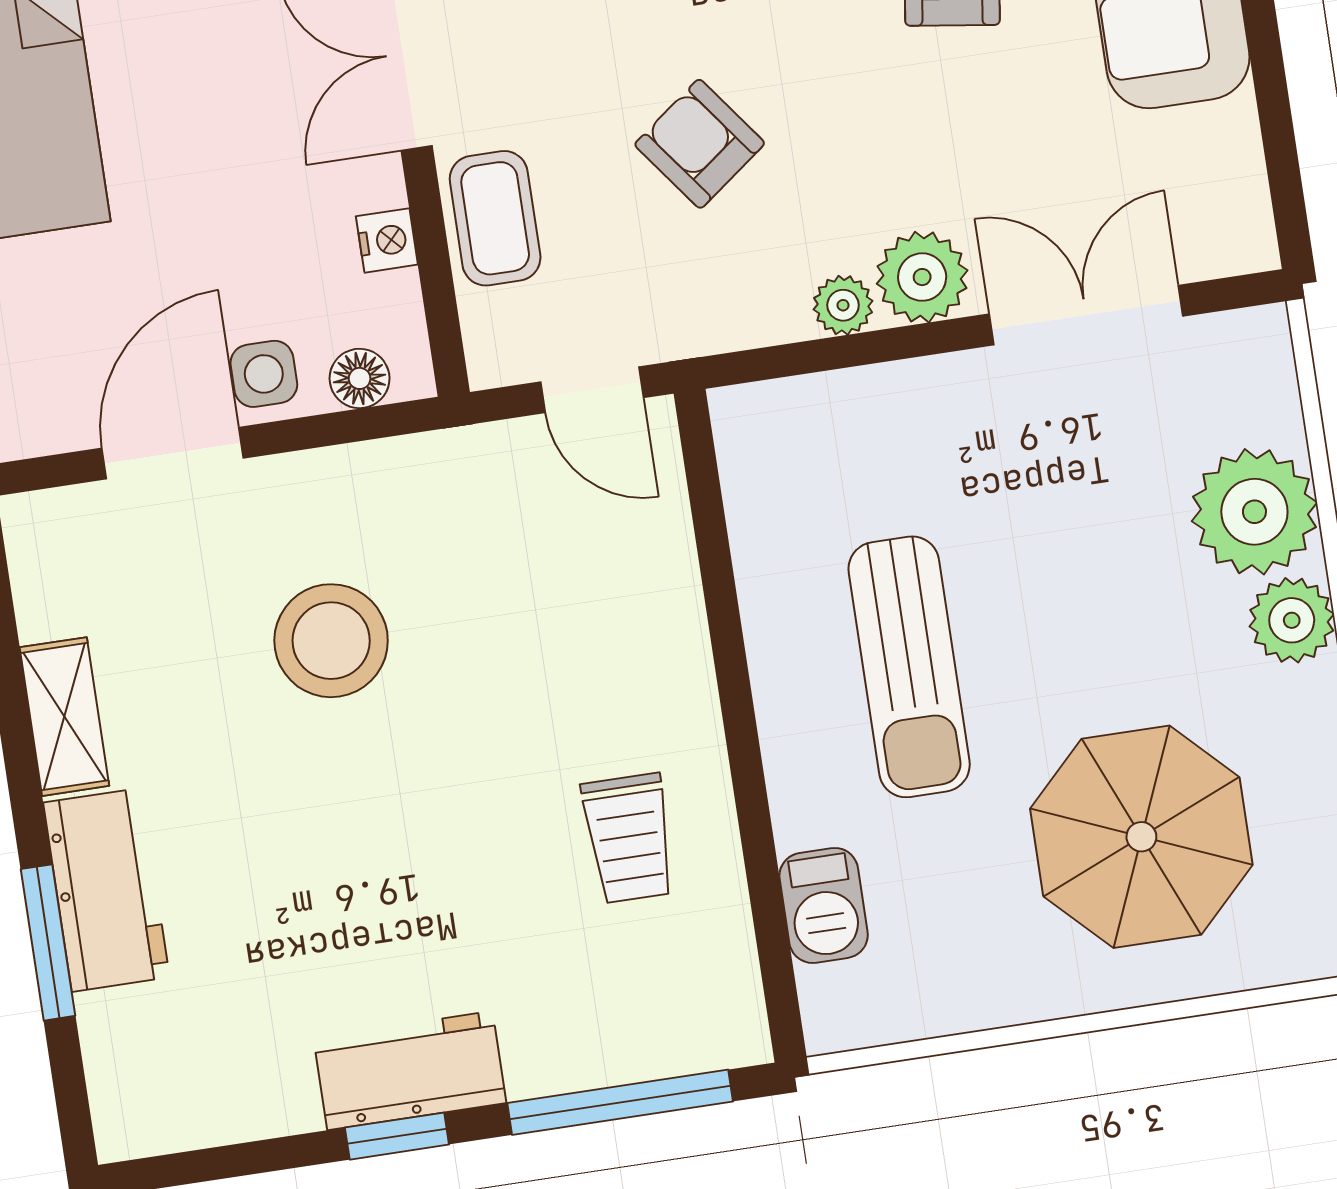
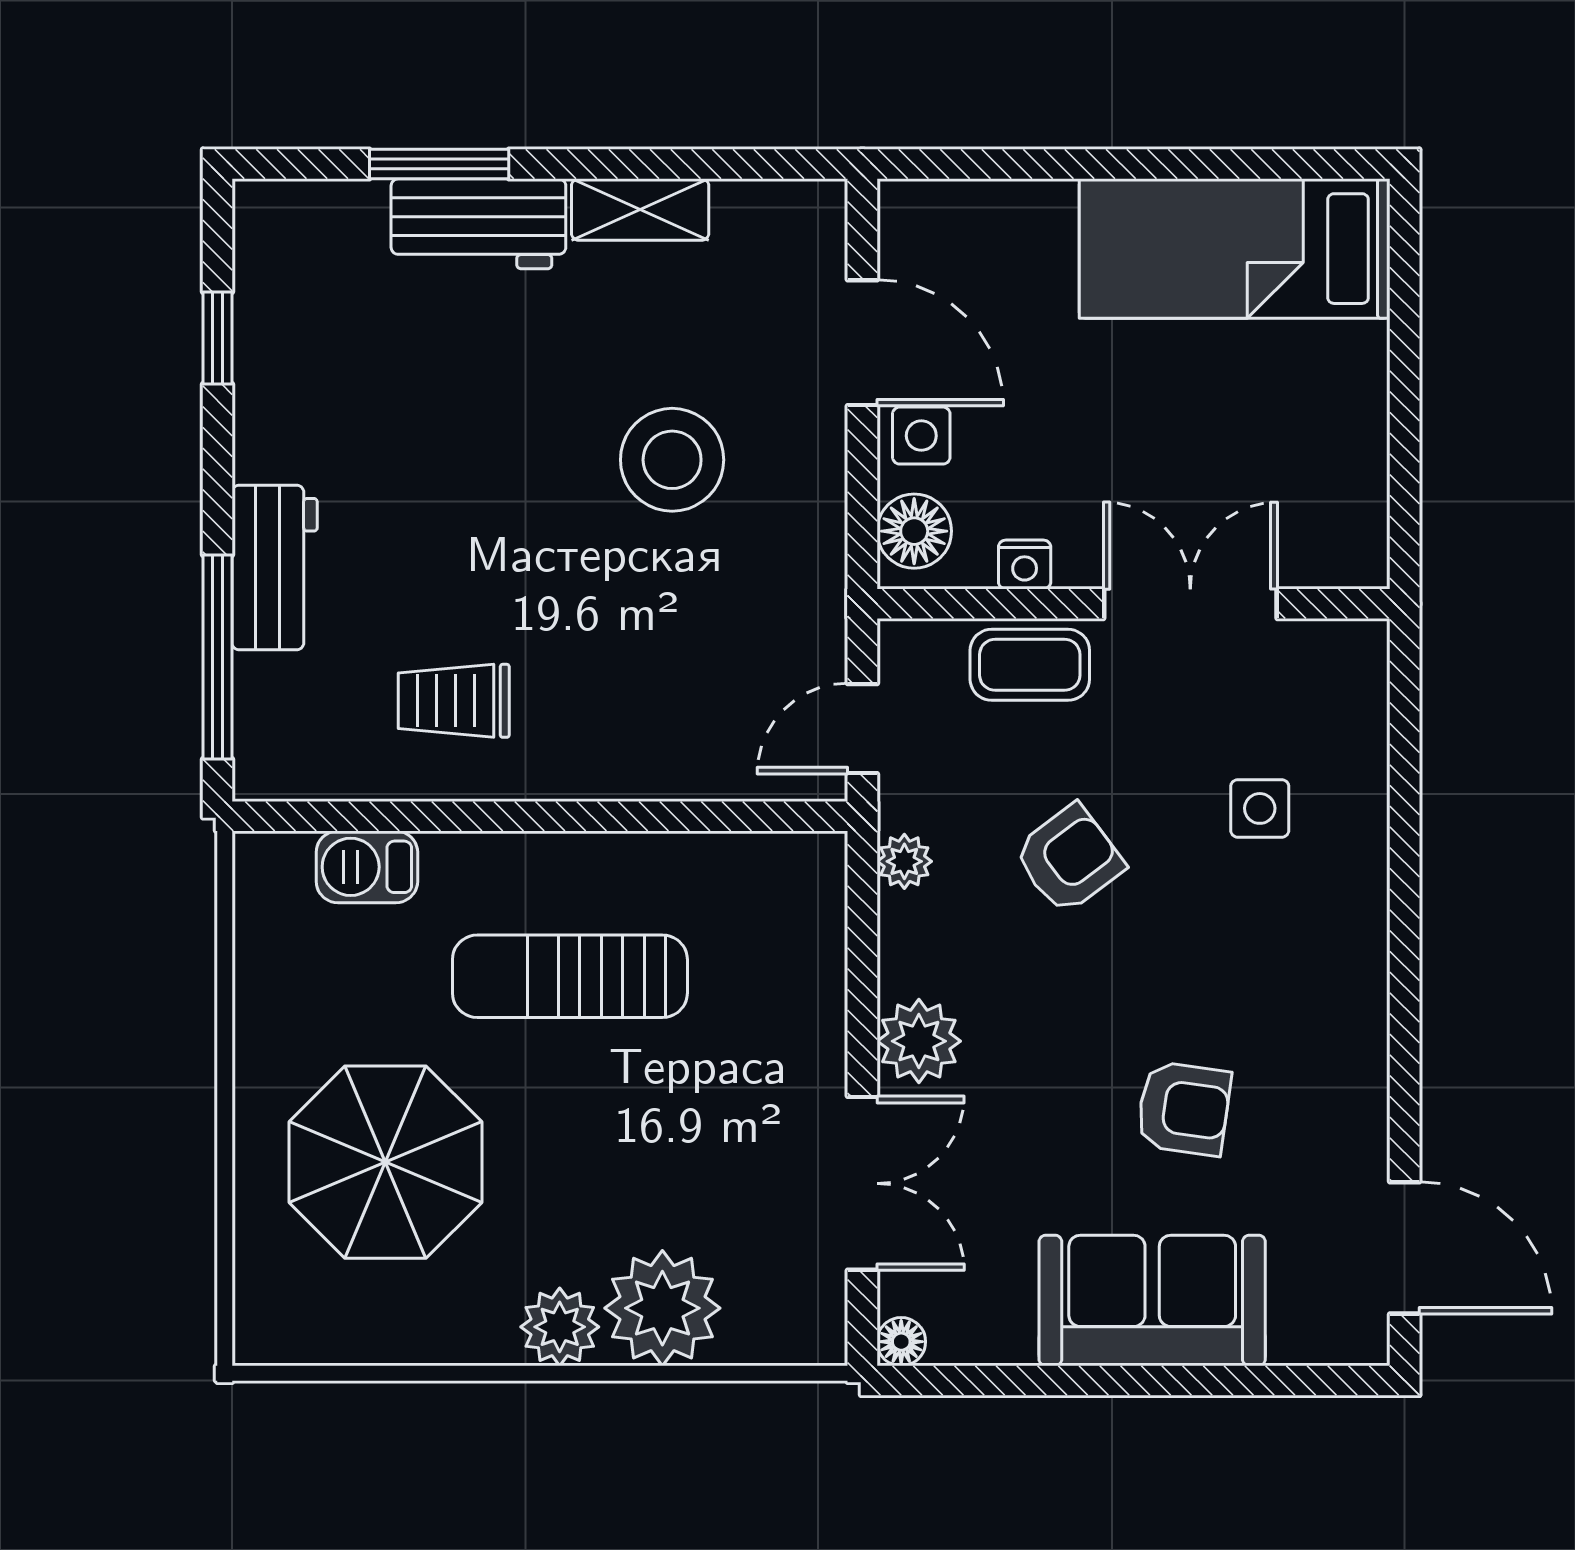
floor lamp: (1252, 247) -> (901, 1342), added
plant: (843, 305) -> (904, 861), moved
floor lamp: (360, 378) -> (914, 531), width x1.37, depth x1.37
workbench: (410, 1070) -> (275, 568), moved
window: (397, 1136) -> (217, 338), moved

